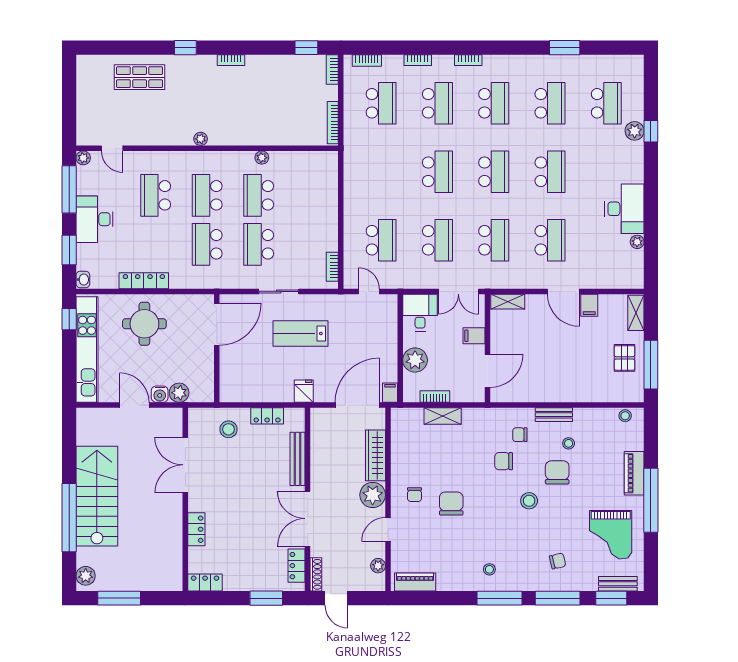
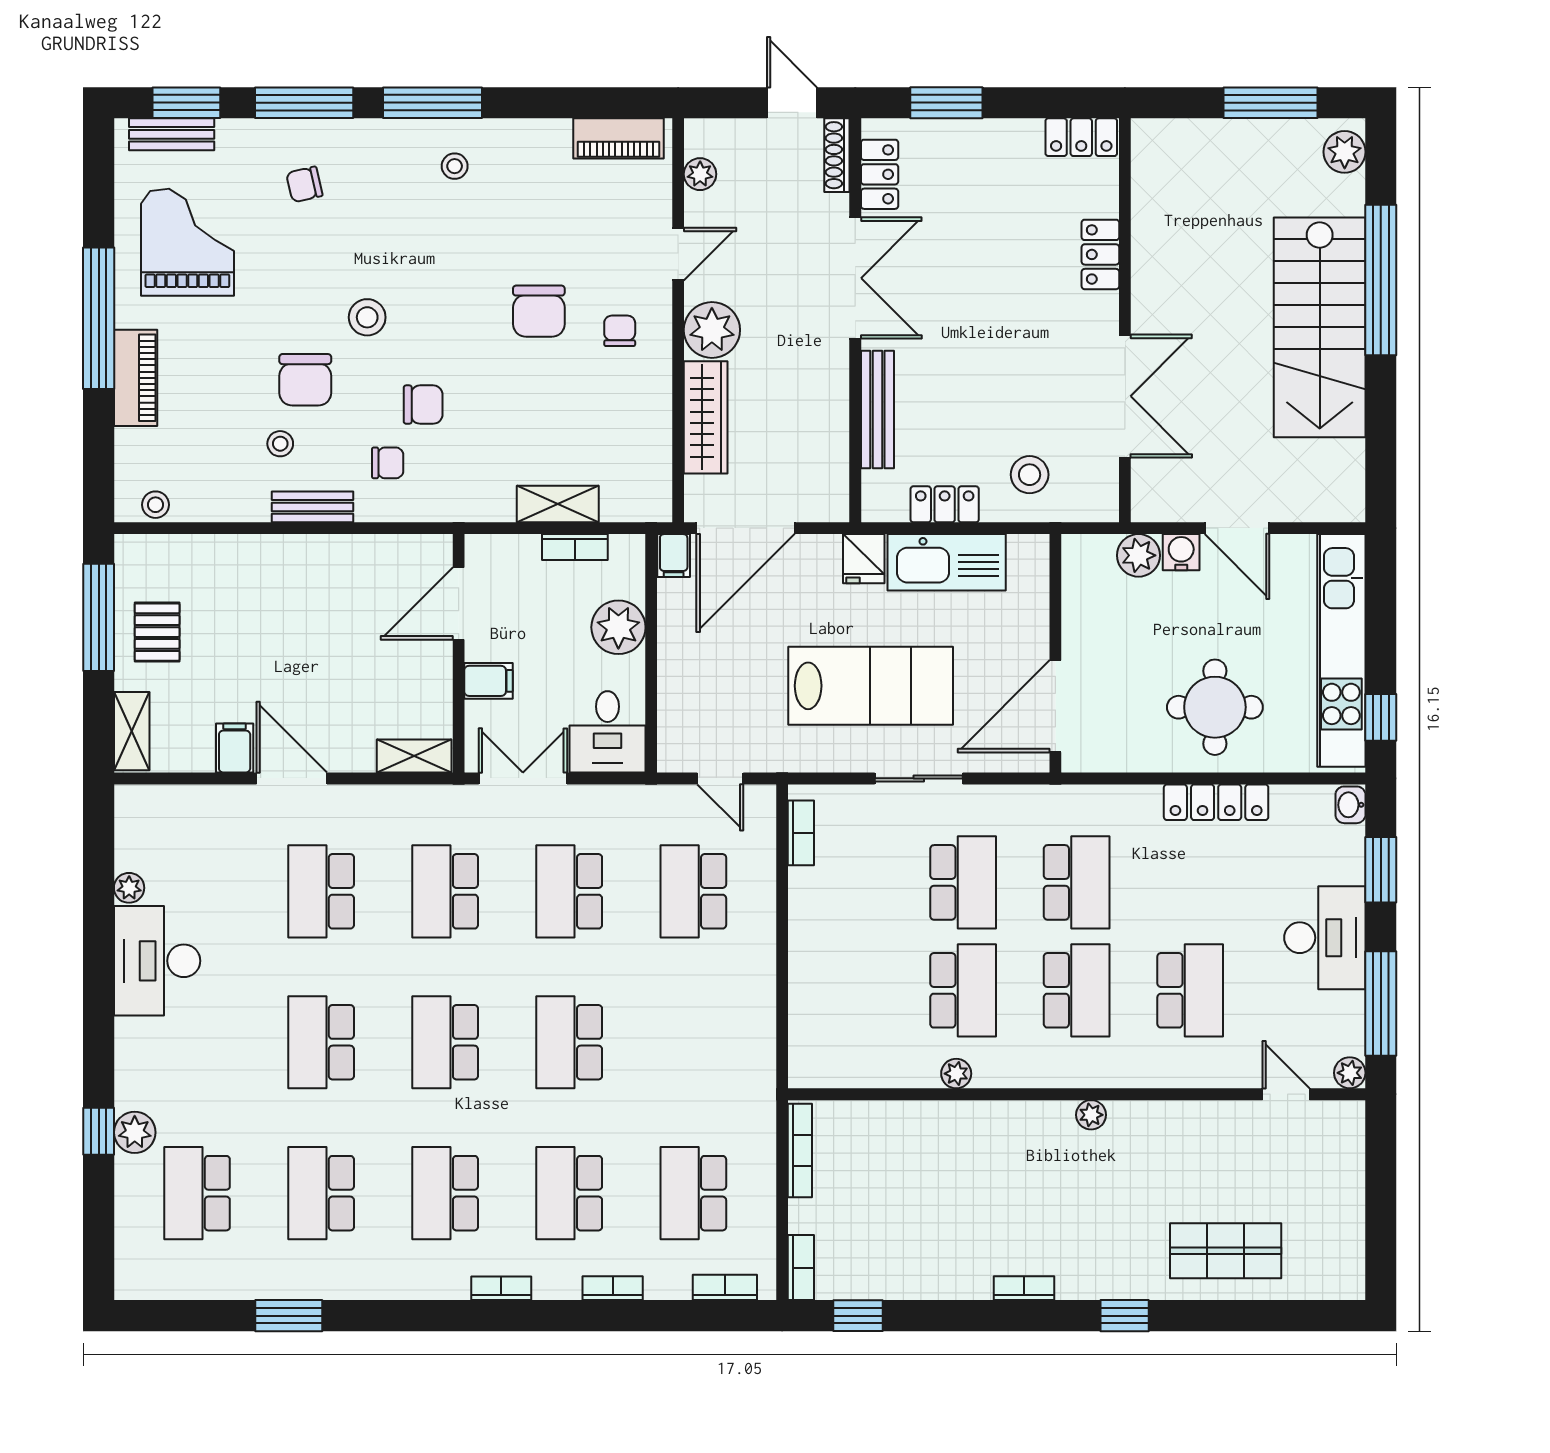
lab bench: (301, 334) -> (871, 686), width x1.36, depth x1.39
kitchen sink: (266, 390) -> (947, 562), added

